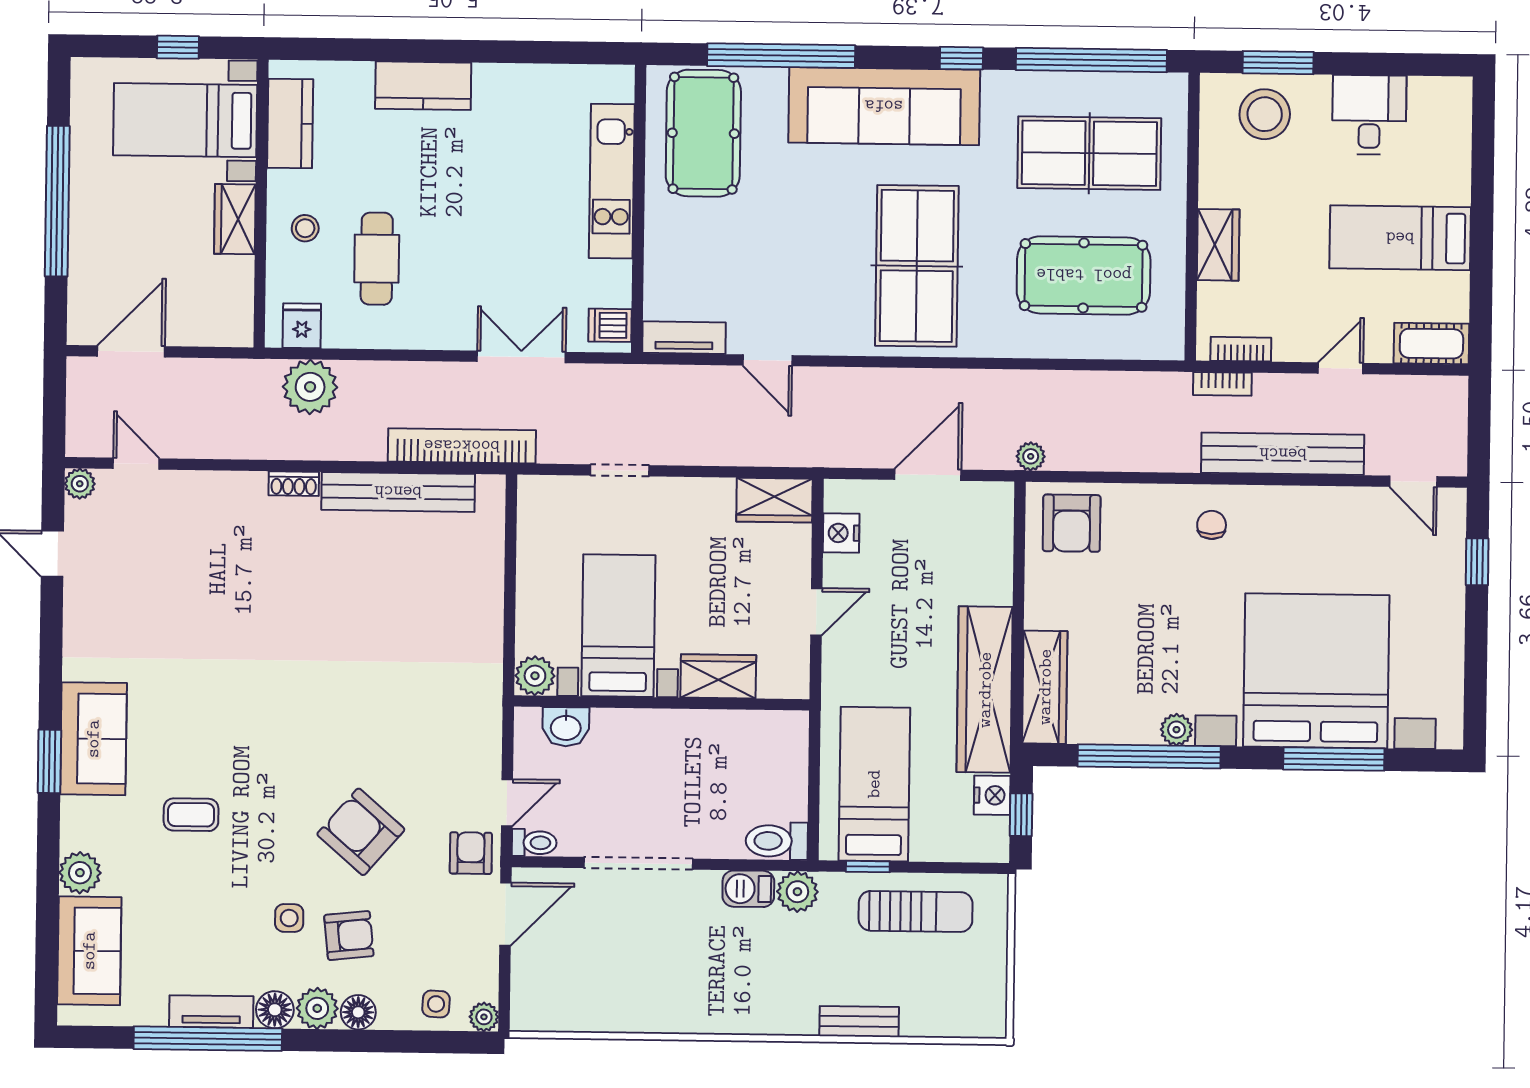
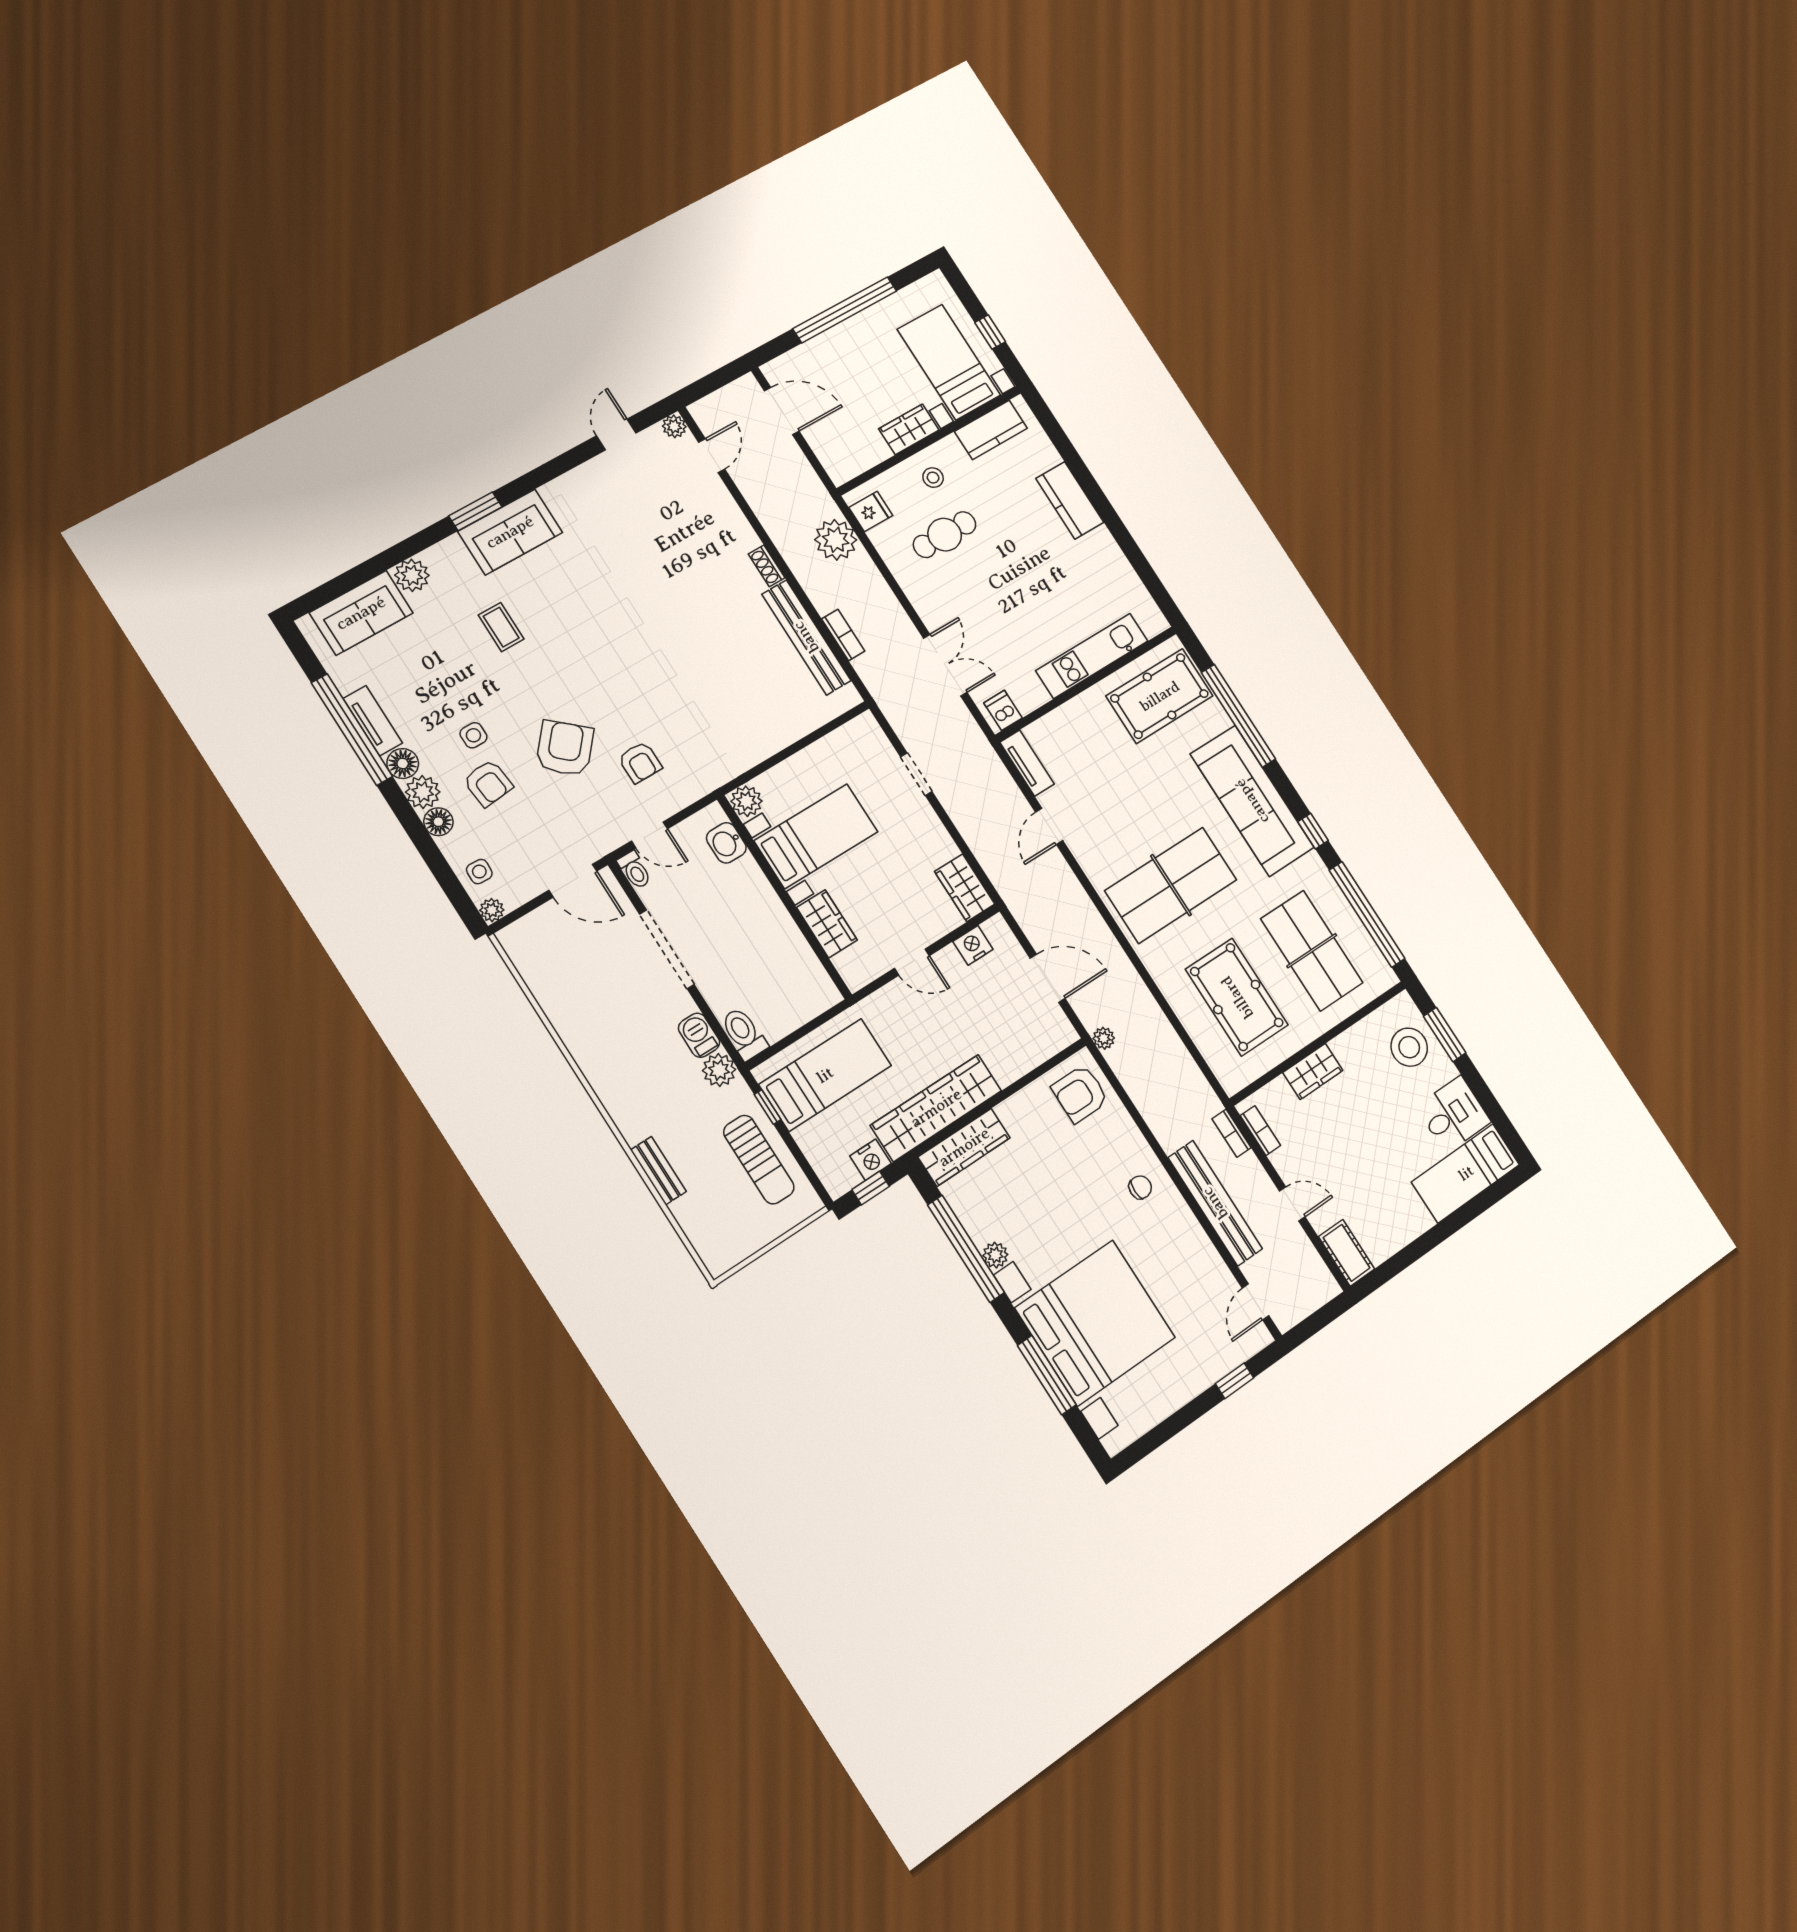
bed: (1400, 238) -> (1466, 1173), moved, turned -90
bookcase: (462, 446) -> (843, 635), width x0.43, depth x0.76
armchair: (471, 853) -> (640, 762), moved, turned 90

